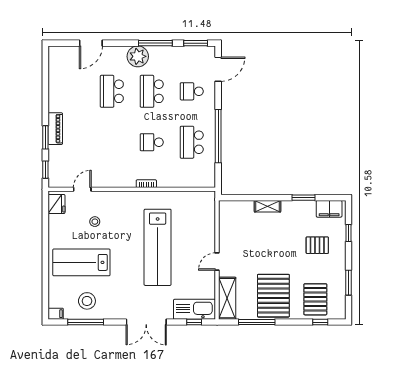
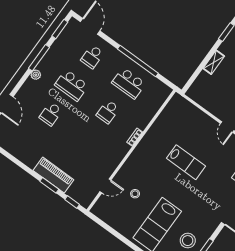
plant: (138, 56) -> (36, 75), width x0.53, depth x0.53
school desk: (112, 91) -> (51, 114), width x0.54
piano: (55, 129) -> (53, 175), width x1.37, depth x1.33
door: (82, 189) -> (105, 186), swing flipped
fridge: (56, 204) -> (103, 212), removed
lab bench: (158, 247) -> (186, 162), width x0.54, depth x0.72

